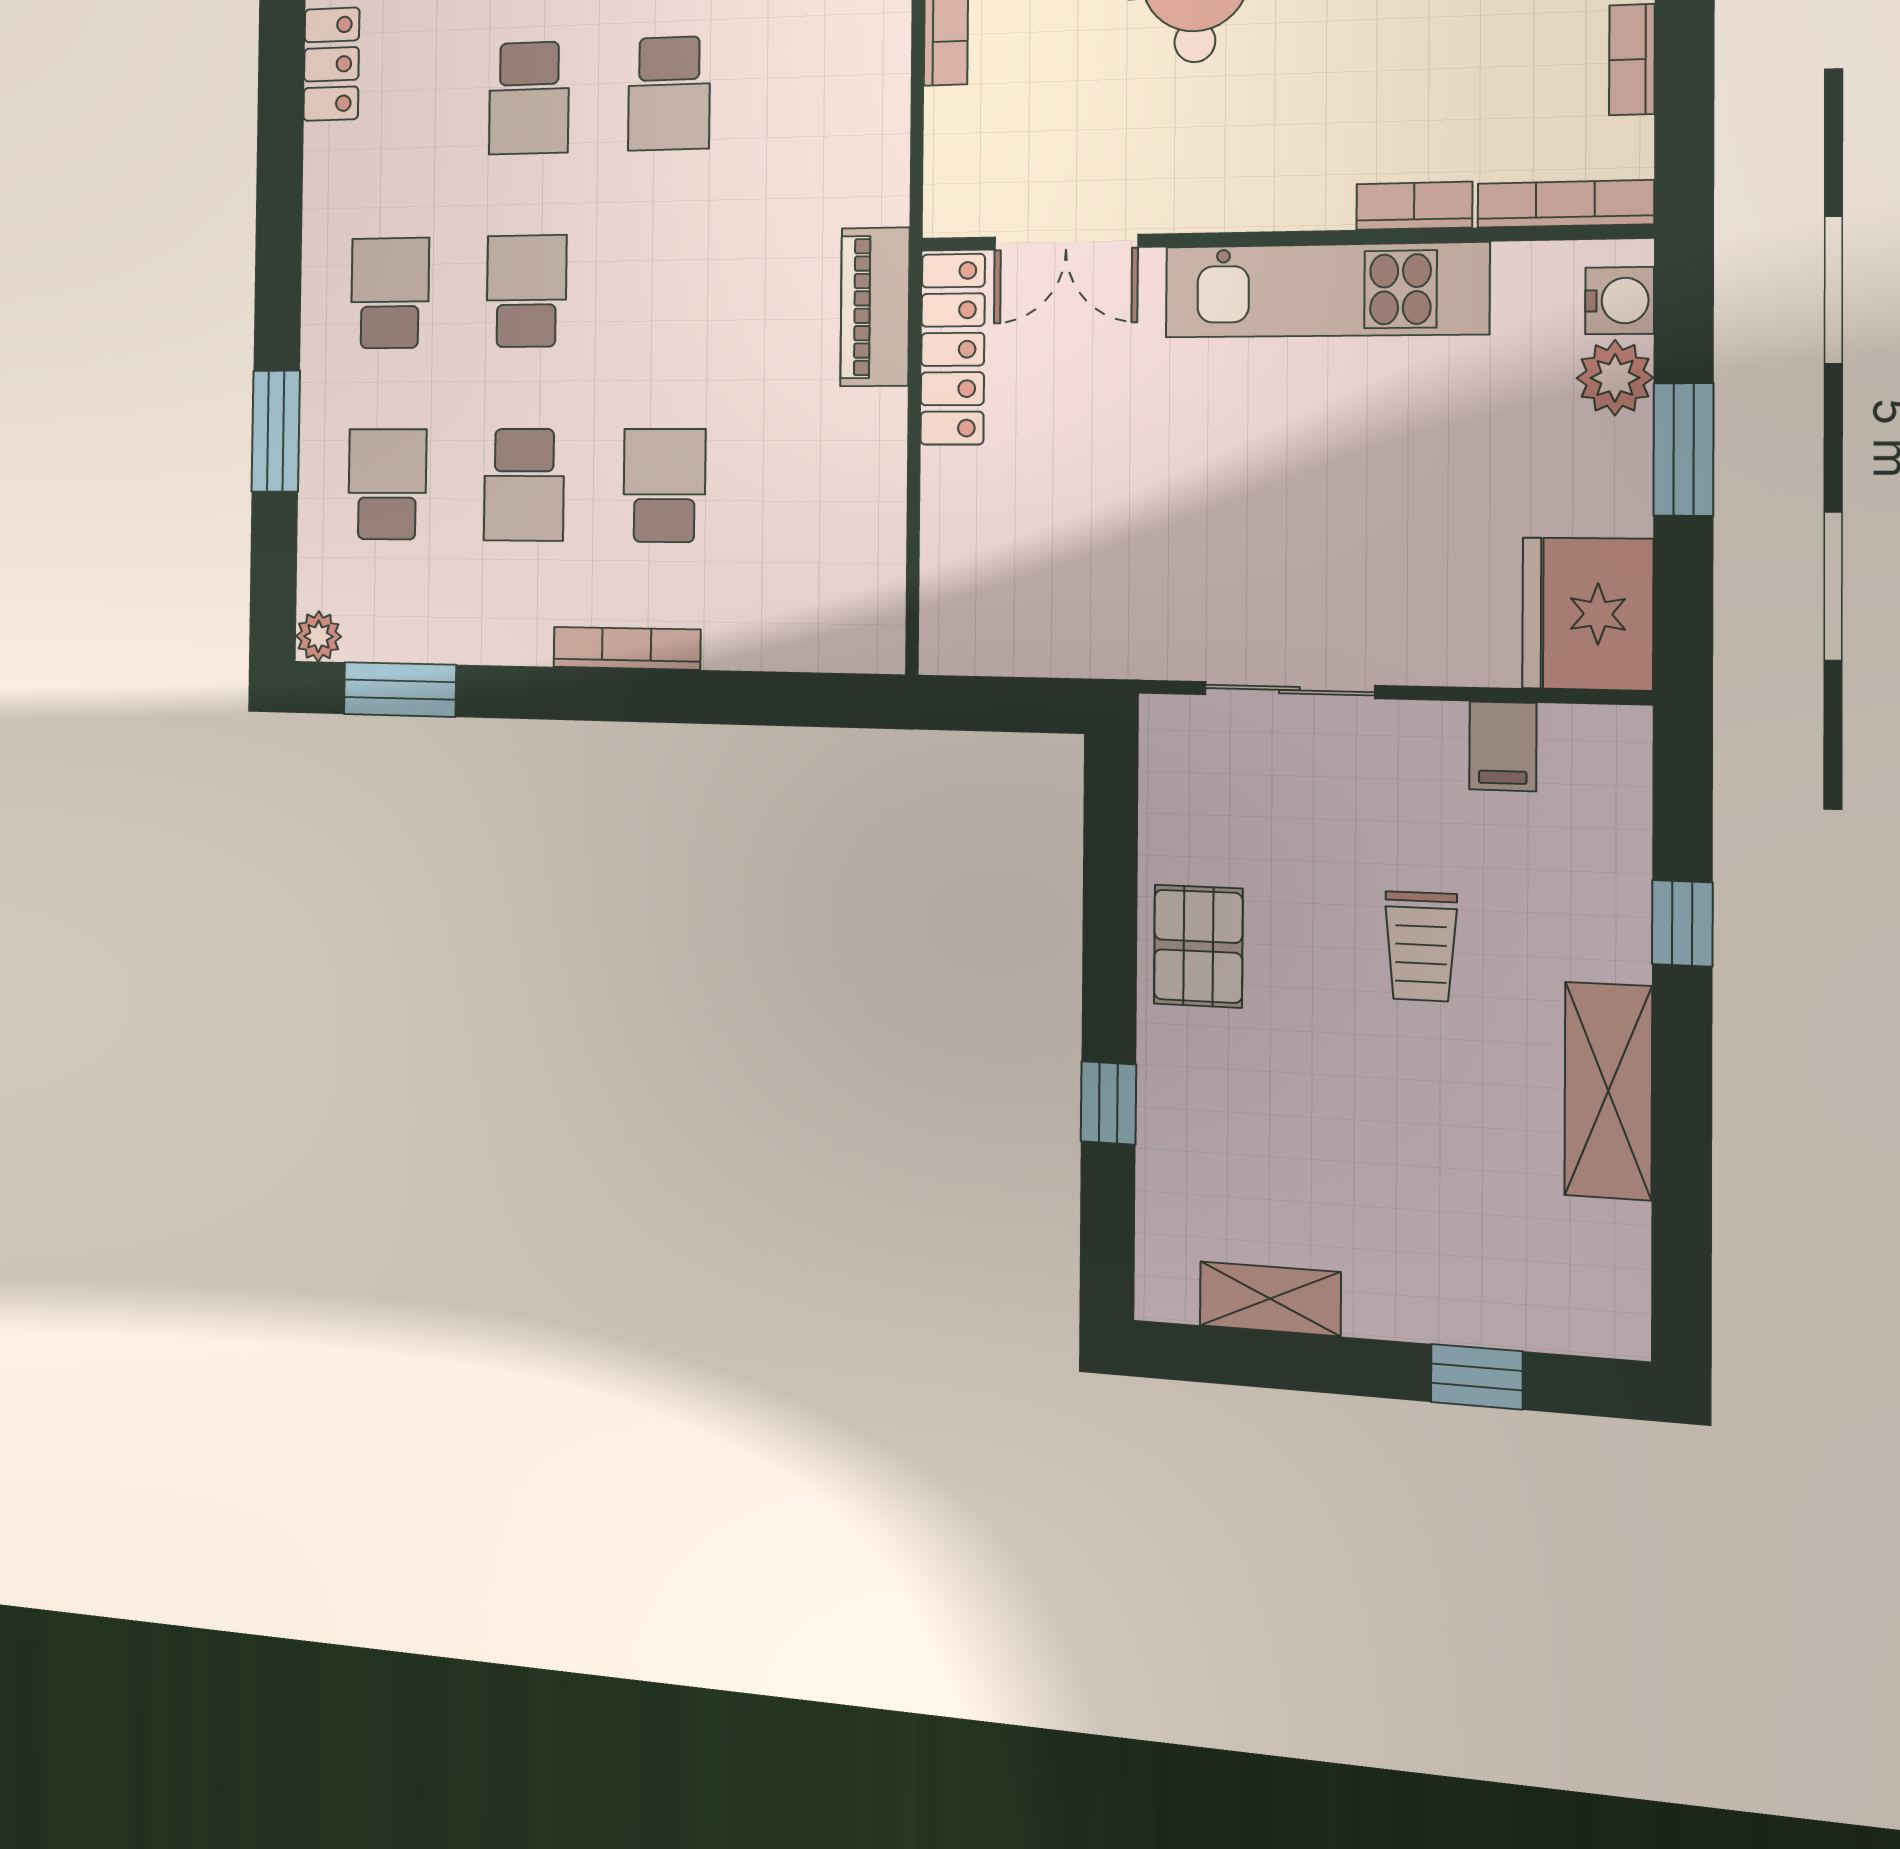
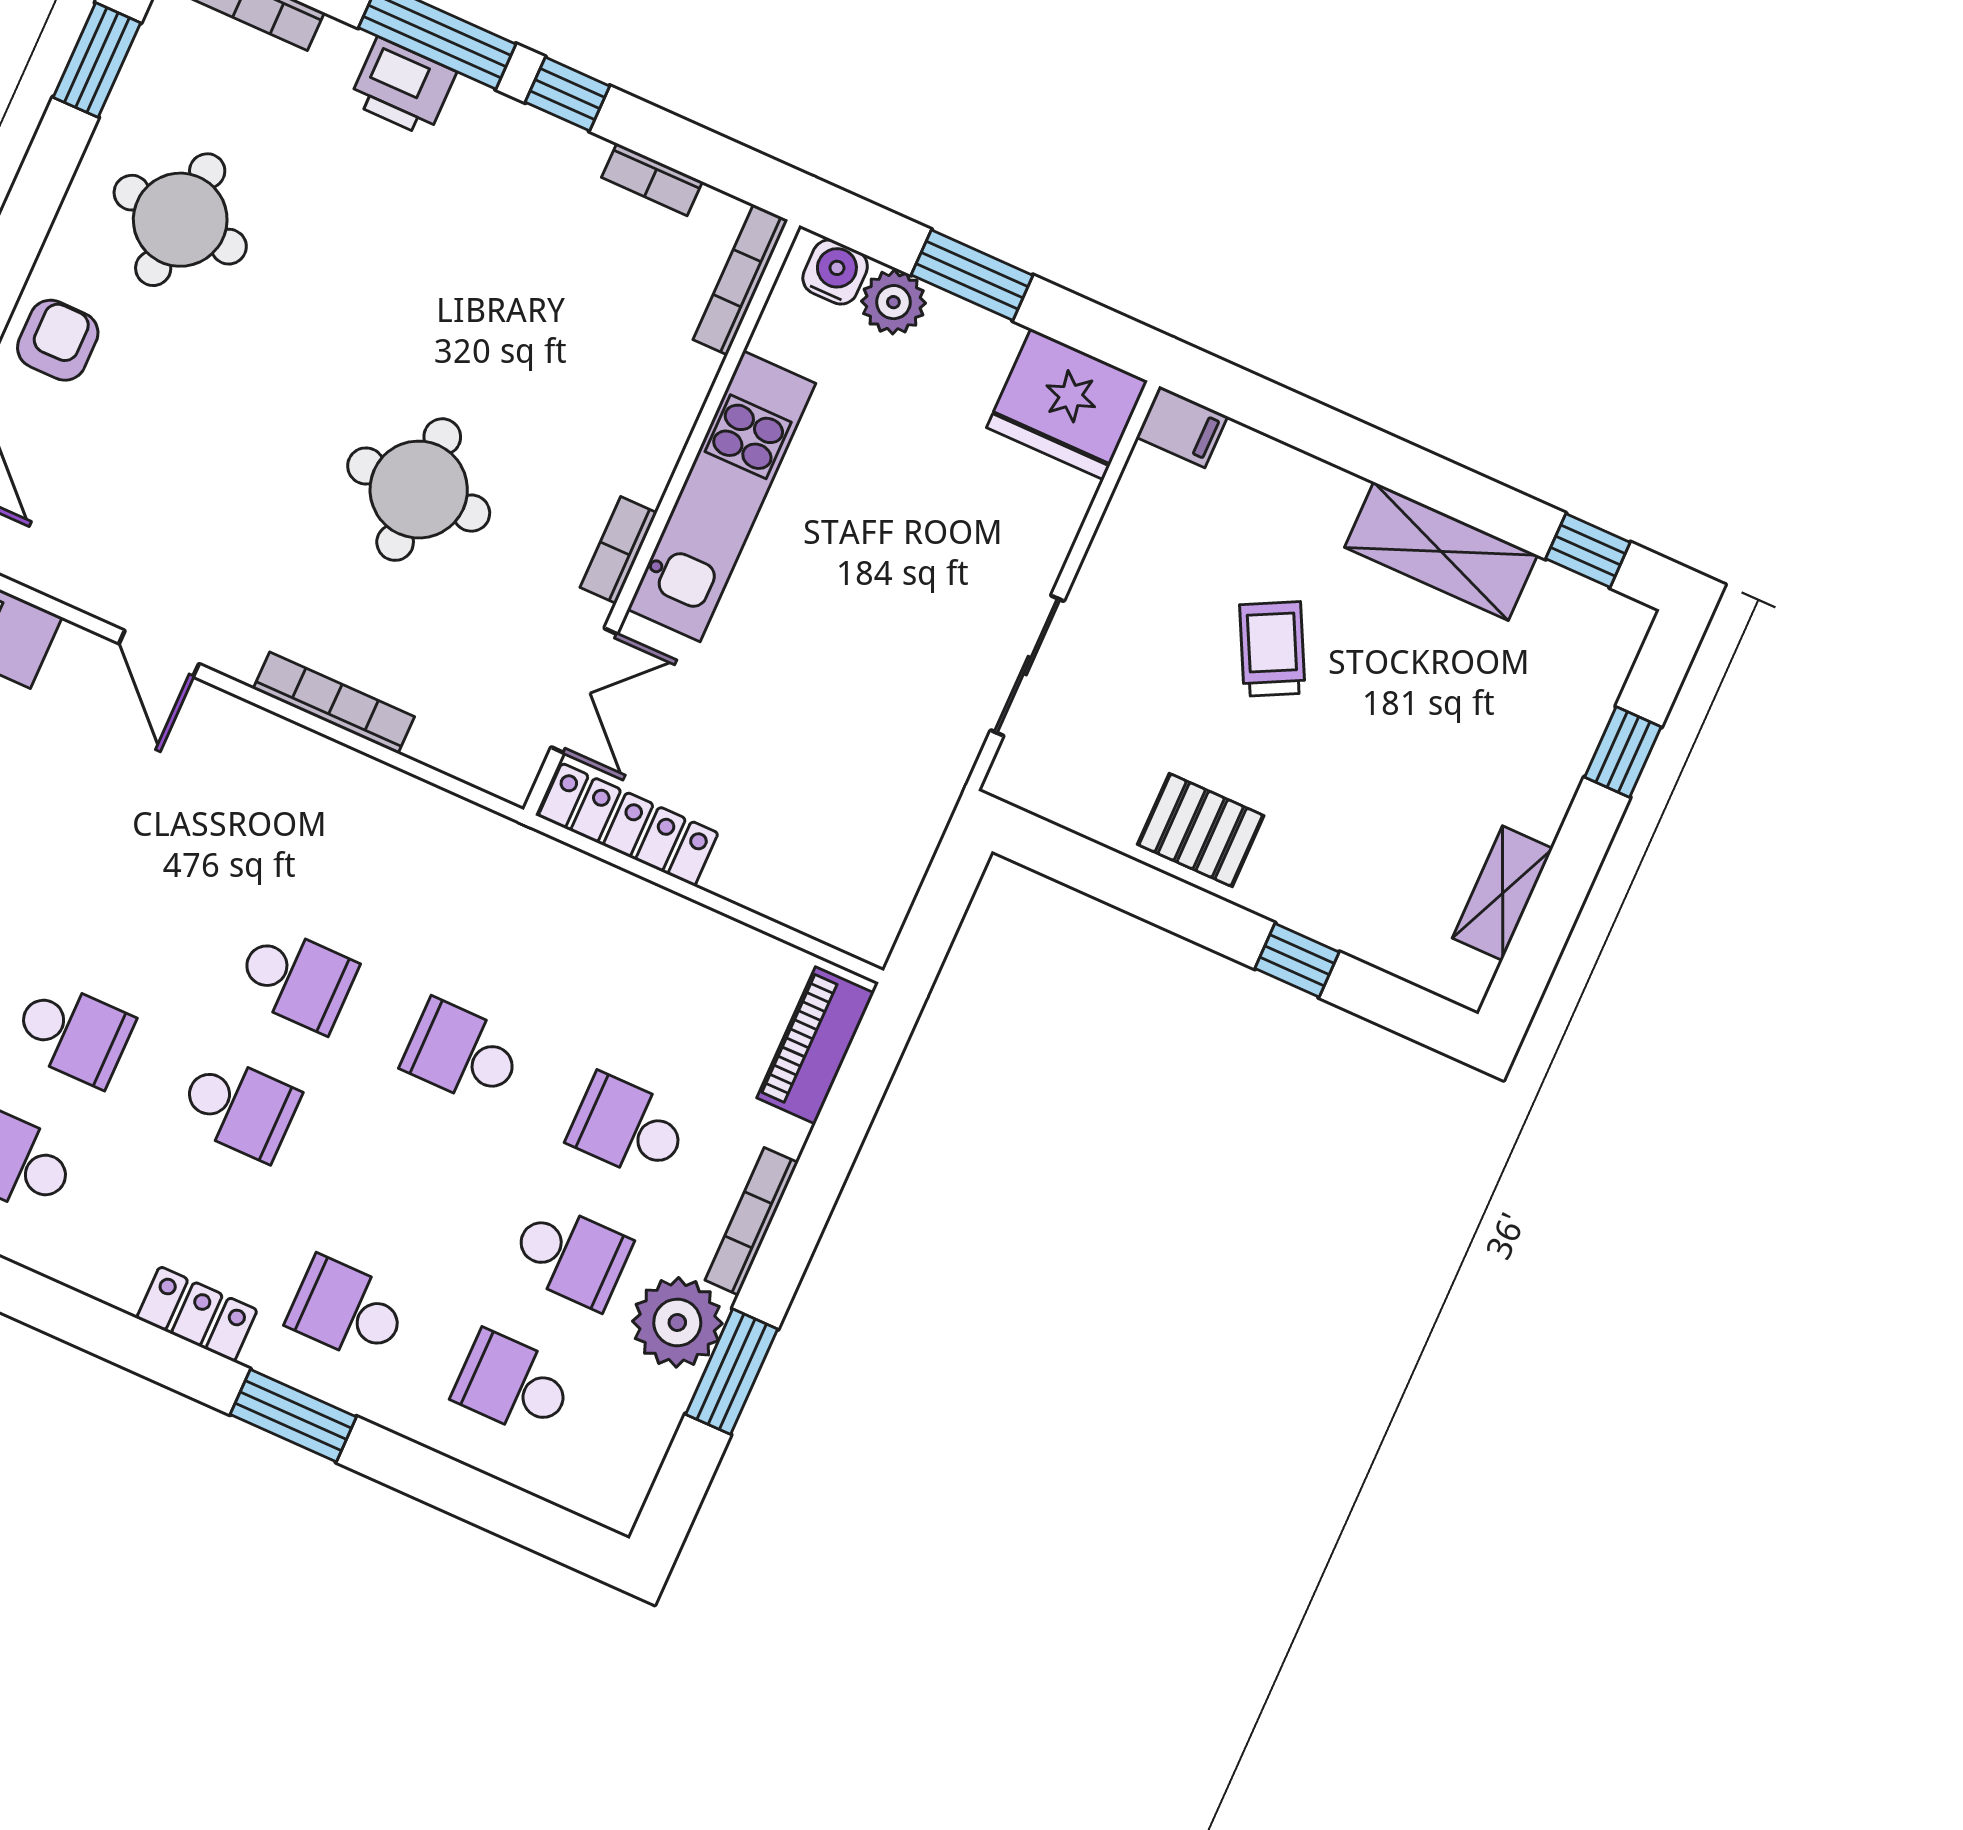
locker: (331, 64) -> (197, 1314), moved
bookcase: (1414, 206) -> (618, 550), moved
school desk: (526, 291) -> (462, 1053), moved
piano: (875, 307) -> (815, 1045), moved, turned 90
window: (276, 431) -> (293, 1416), moved
plant: (318, 636) -> (677, 1322), moved, width x1.88, depth x1.88
window: (400, 689) -> (732, 1372), moved
filing cabinet: (1503, 746) -> (1182, 427), moved
window: (1682, 923) -> (1588, 551), moved
trolley: (1421, 946) -> (1272, 649), turned -117

